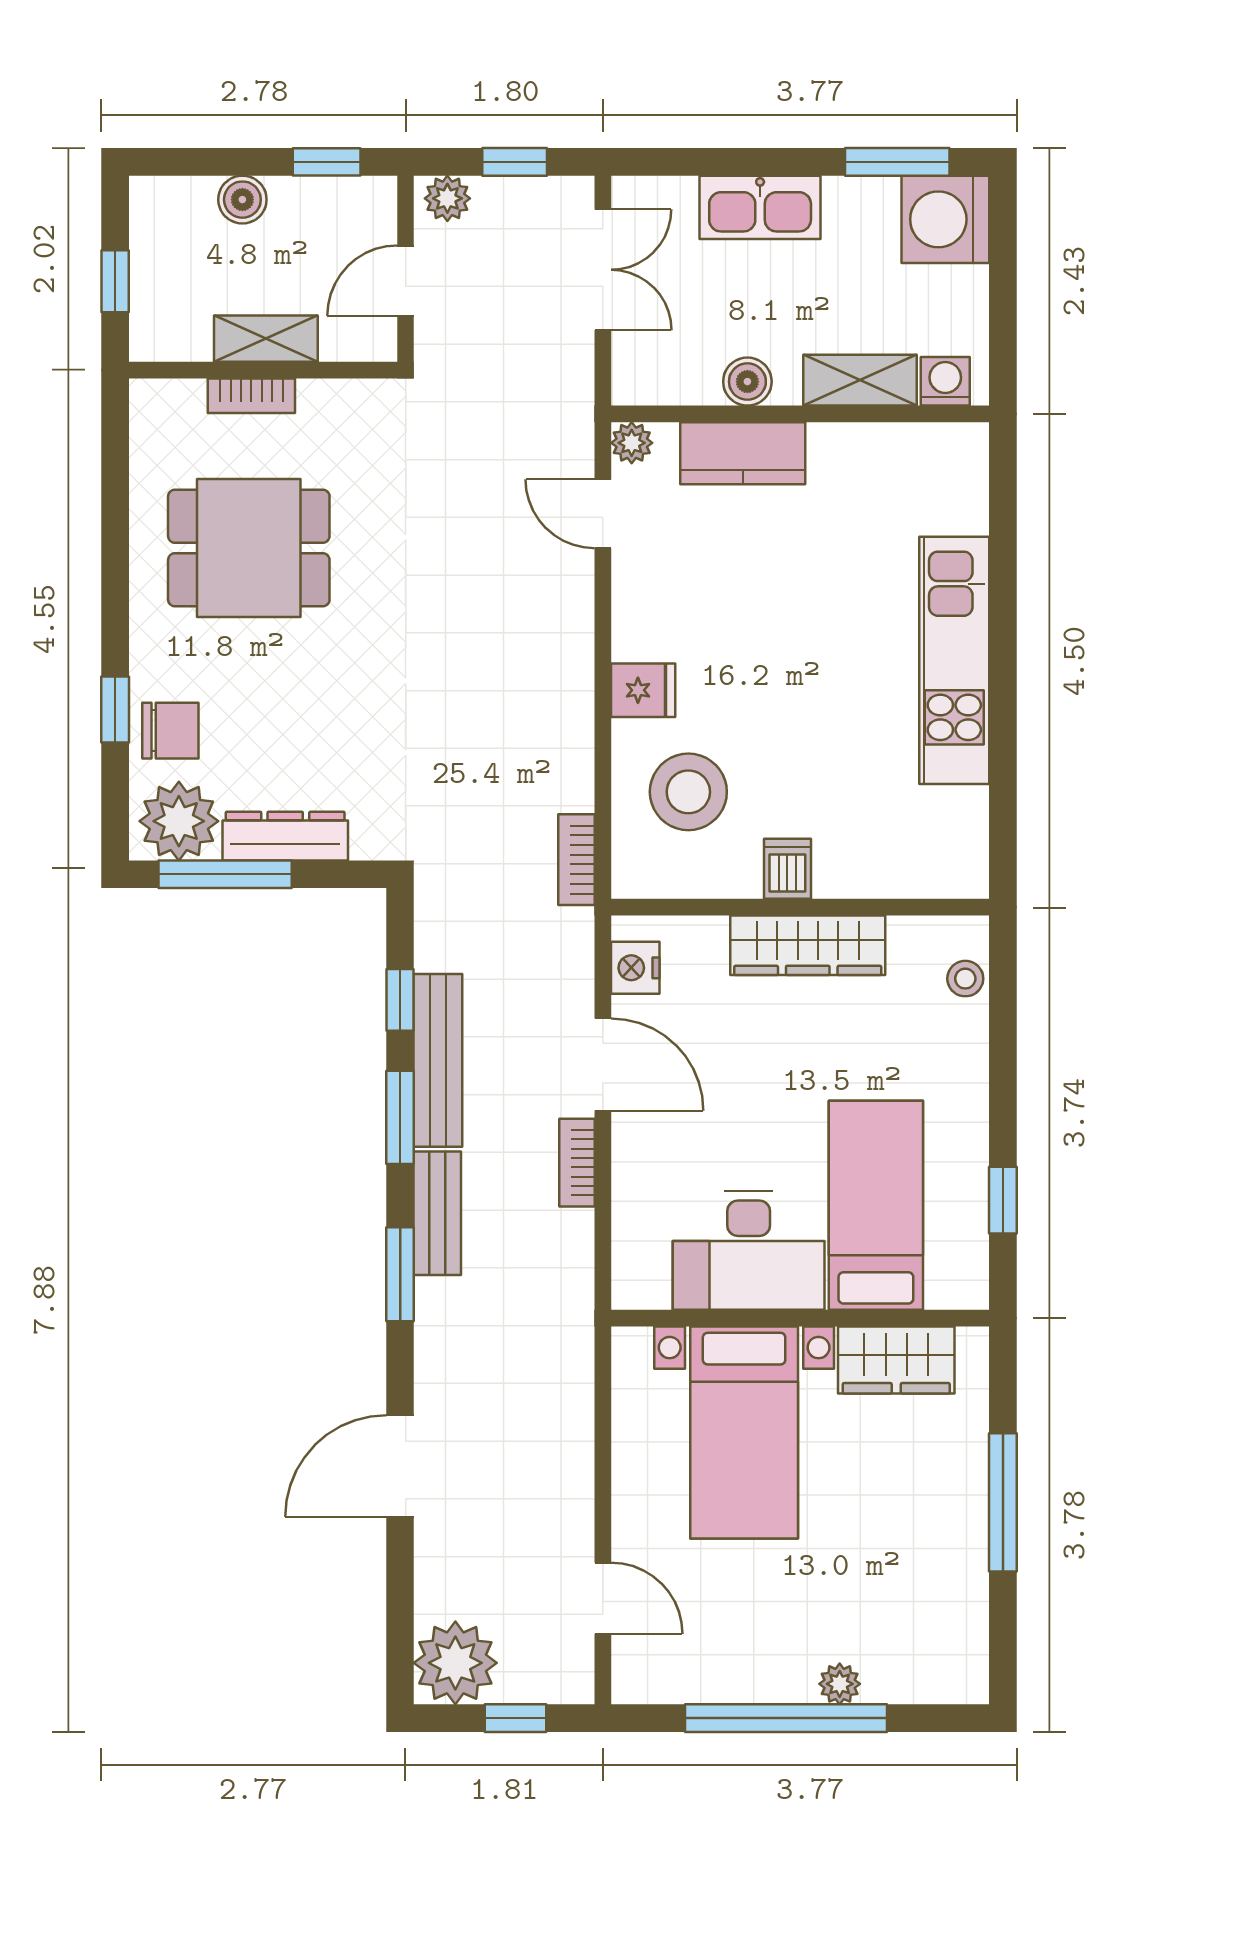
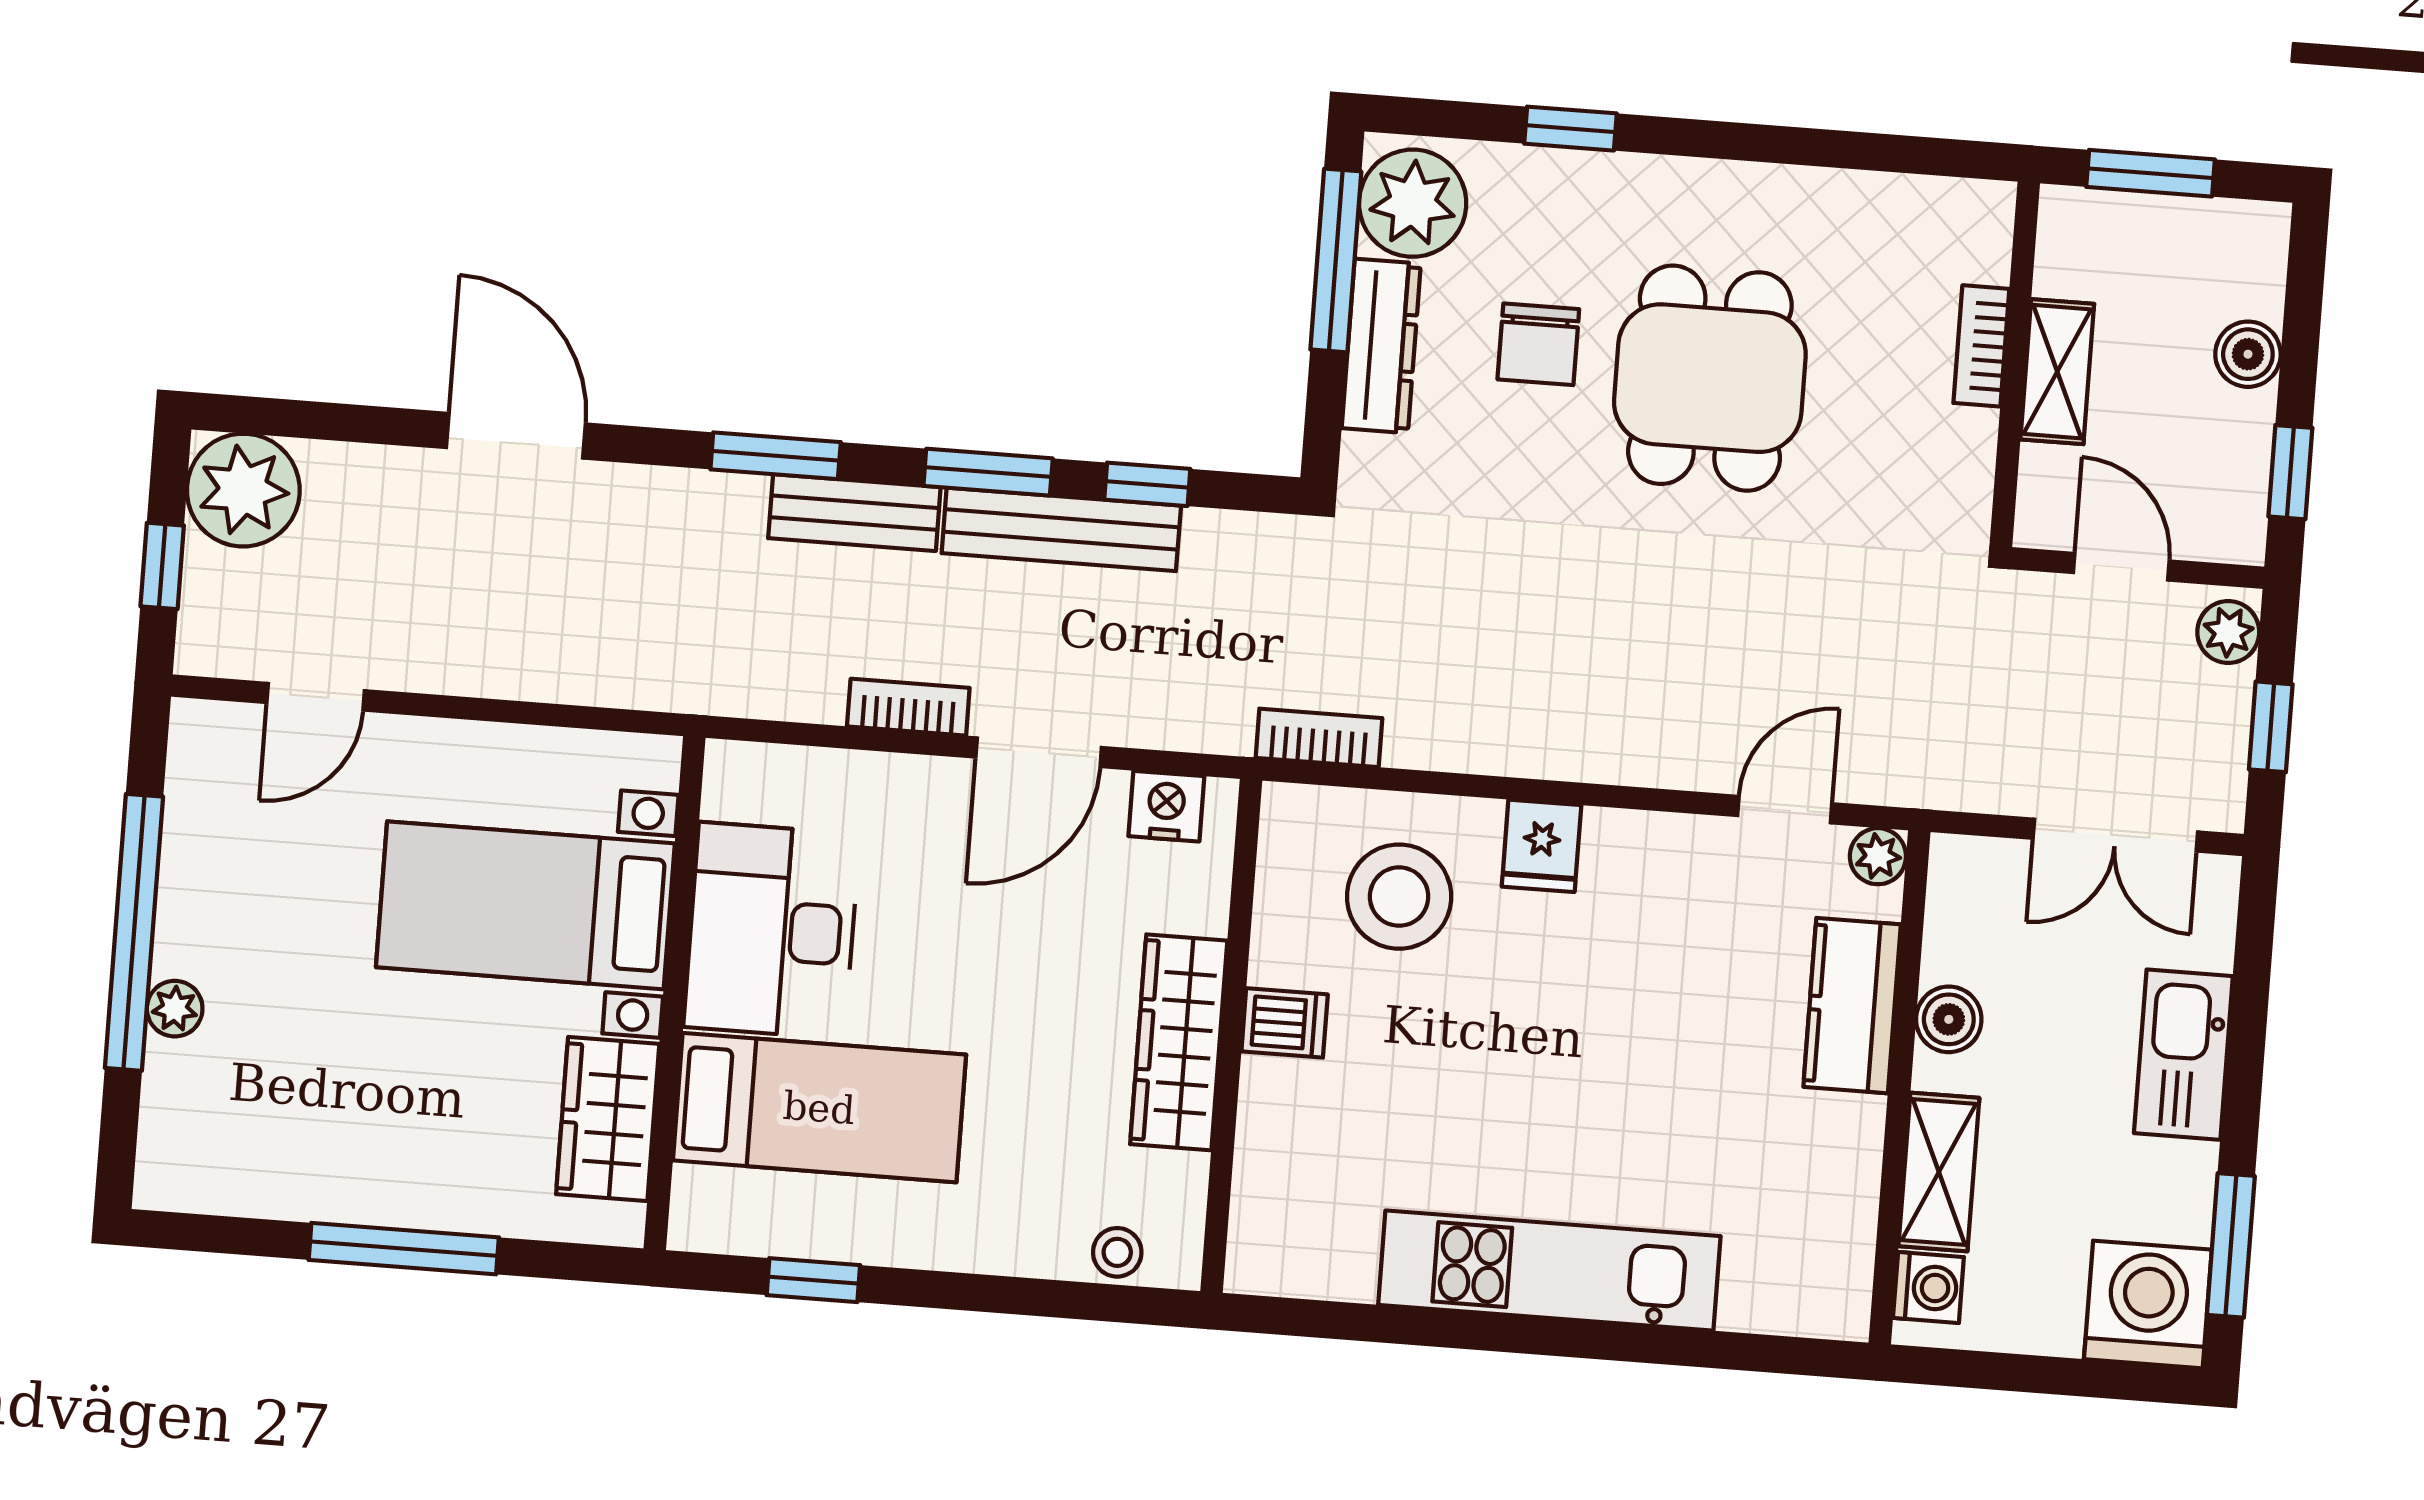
window: (115, 281) -> (2151, 173), width x1.50
dining table: (249, 548) -> (1710, 378), moved
chair: (170, 731) -> (1538, 344), moved

